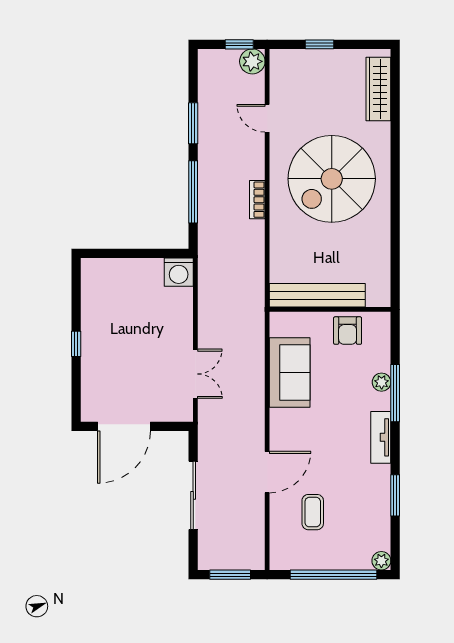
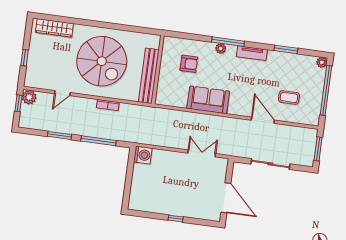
bench: (317, 295) -> (149, 76), moved
wall: (330, 309) -> (158, 70), moved

